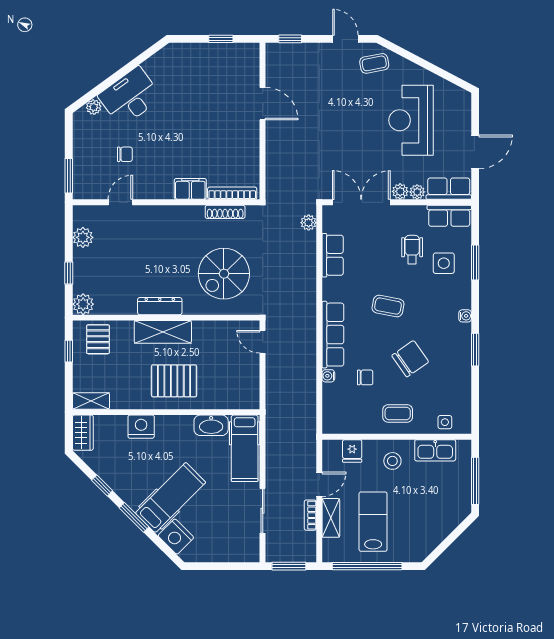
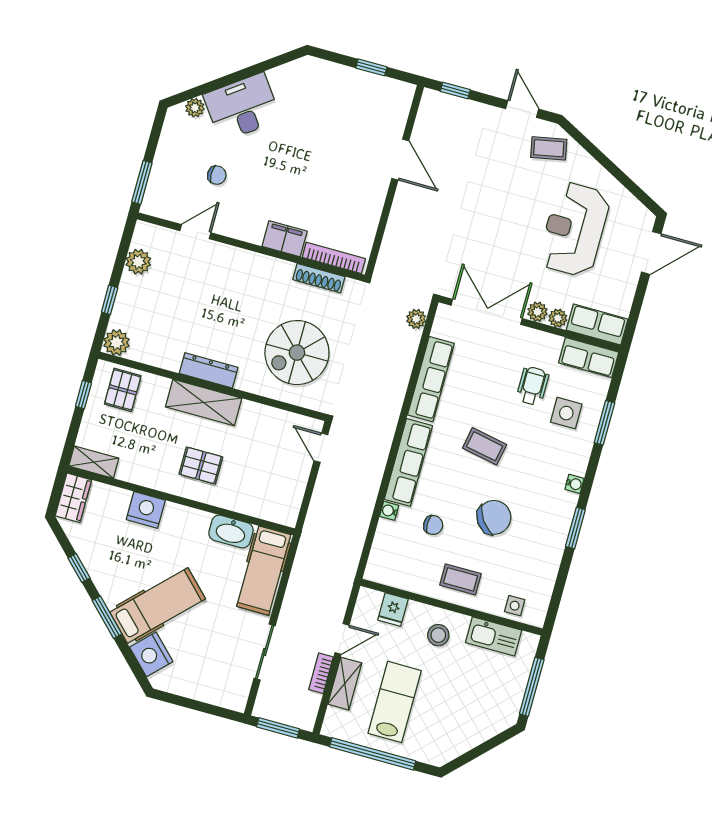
door: (475, 152) -> (651, 253), moved
row of seats: (333, 255) -> (431, 379), width x1.48
pallet: (174, 381) -> (201, 466), width x0.67, depth x0.71

